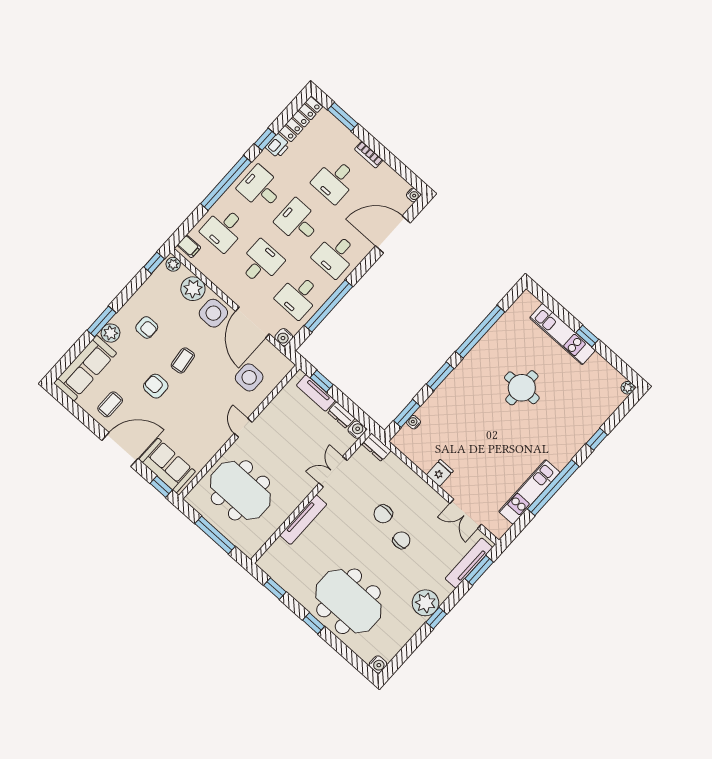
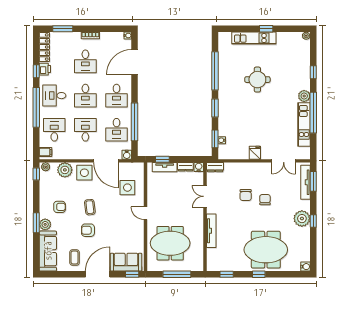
desk: (298, 222) -> (85, 96), turned -90
desk: (224, 229) -> (54, 130), turned 180
plant: (560, 458) -> (304, 96), added

